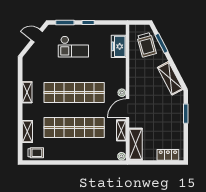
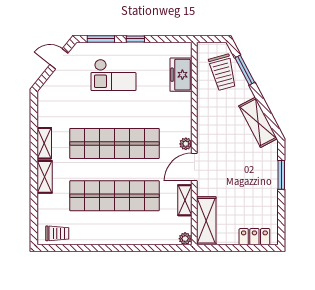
shelving: (27, 131) -> (45, 177), moved

